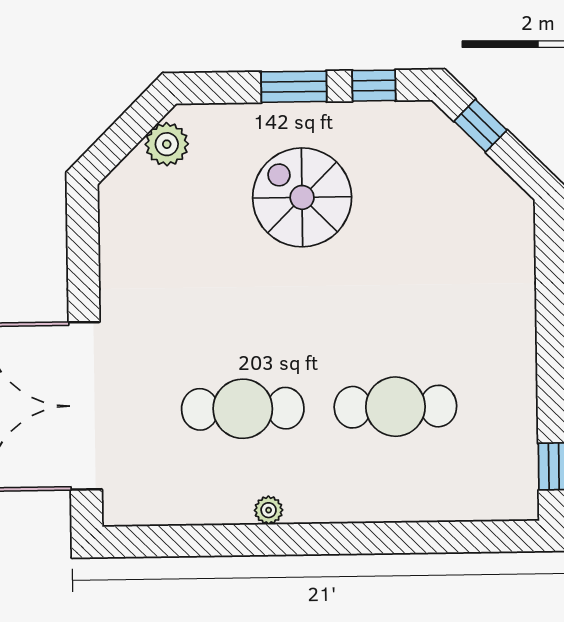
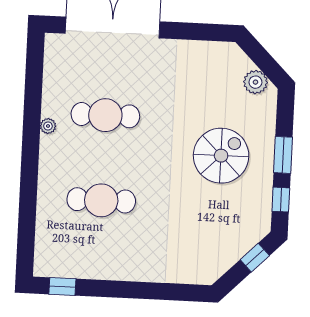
cafe table: (395, 407) -> (101, 200), turned 90
cafe table: (243, 409) -> (105, 115), turned 90

